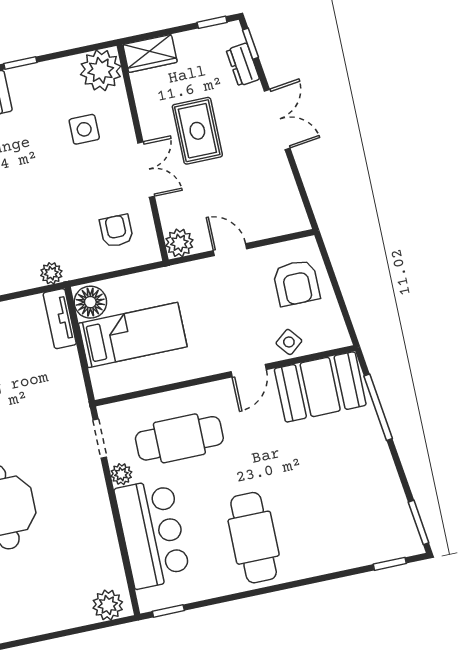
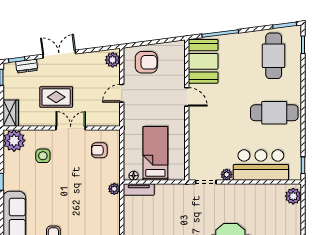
plant: (179, 243) -> (113, 60), moved
floor lamp: (90, 302) -> (134, 176), width x0.53, depth x0.53
side table: (289, 342) -> (176, 73), removed
cafe table: (179, 438) -> (274, 56), moved

